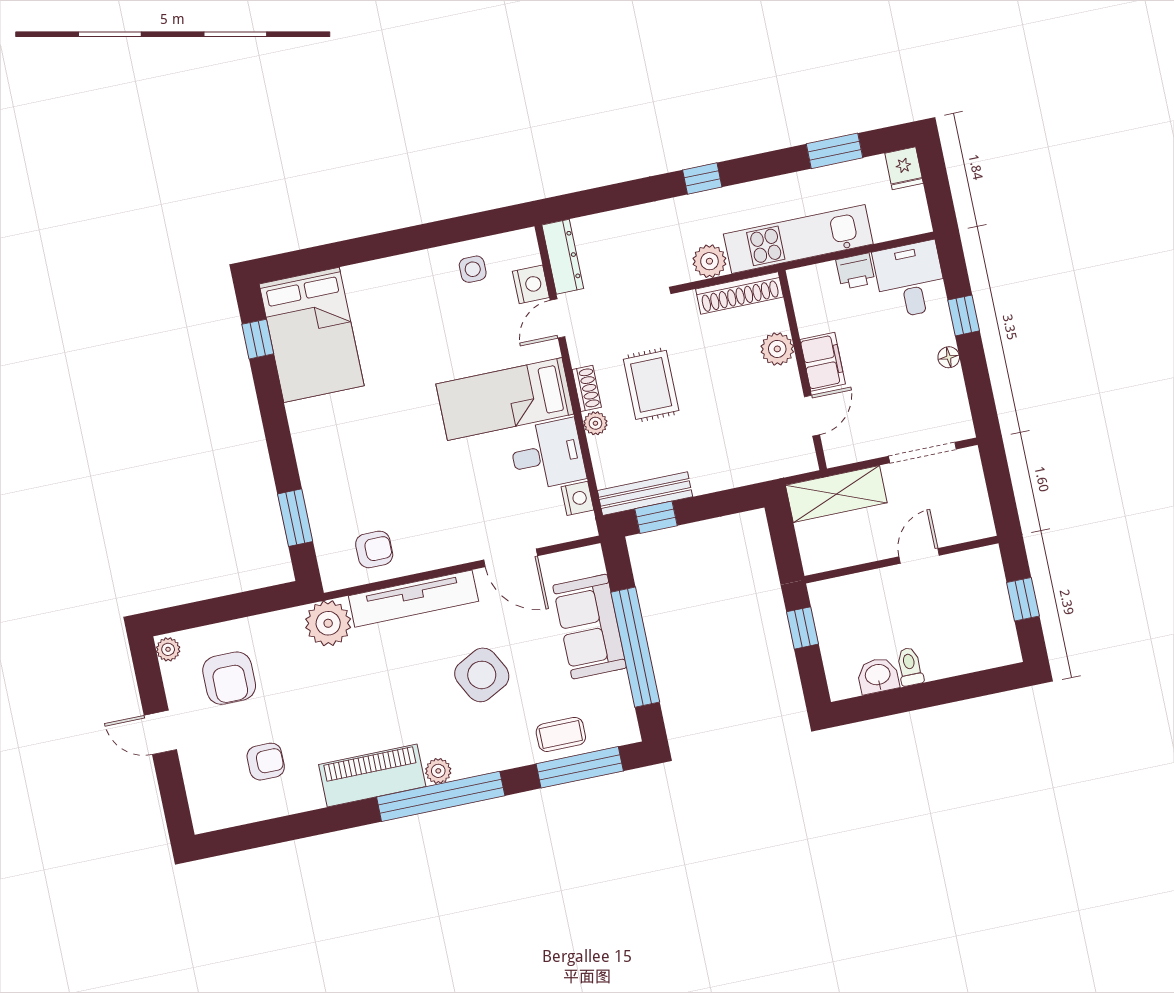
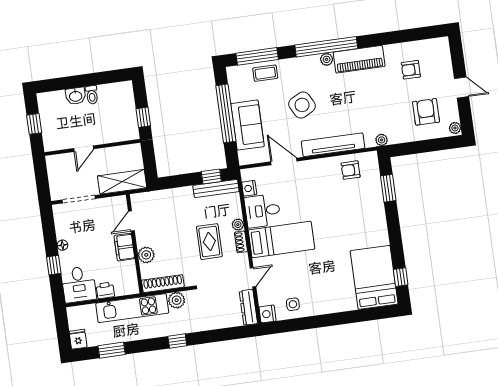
nightstand: (531, 284) -> (268, 314), moved
plant: (328, 623) -> (382, 140), width x0.53, depth x0.53
washbasin: (878, 676) -> (76, 96), moved

